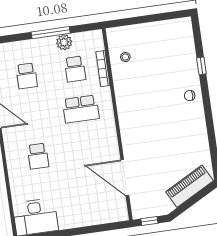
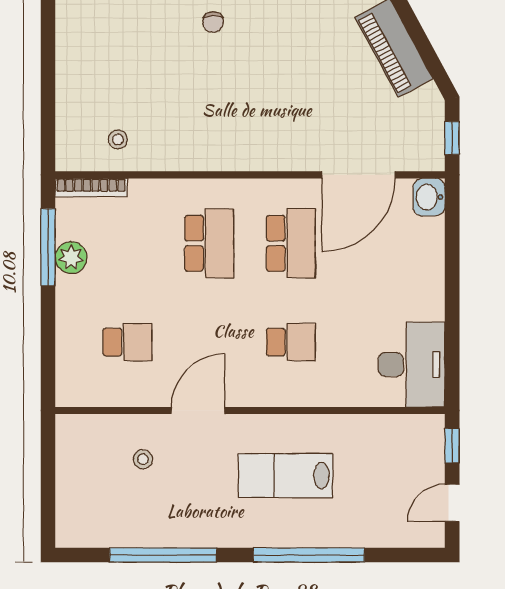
window: (51, 33) -> (48, 247), moved
school desk: (75, 69) -> (291, 243), moved, width x1.85
bookcase: (103, 69) -> (91, 187), moved
washbasin: (119, 214) -> (429, 197), added

